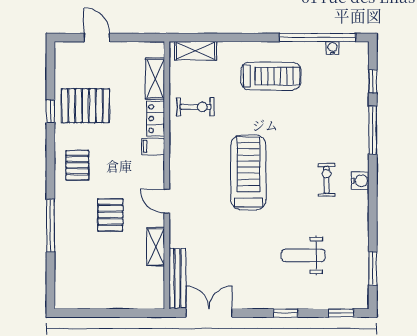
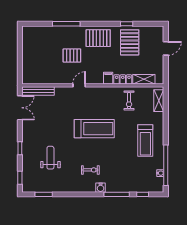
pallet: (77, 165) -> (98, 38), width x1.50, depth x1.42
water cooler: (360, 181) -> (101, 188), moved
shelving: (156, 247) -> (55, 80), removed

